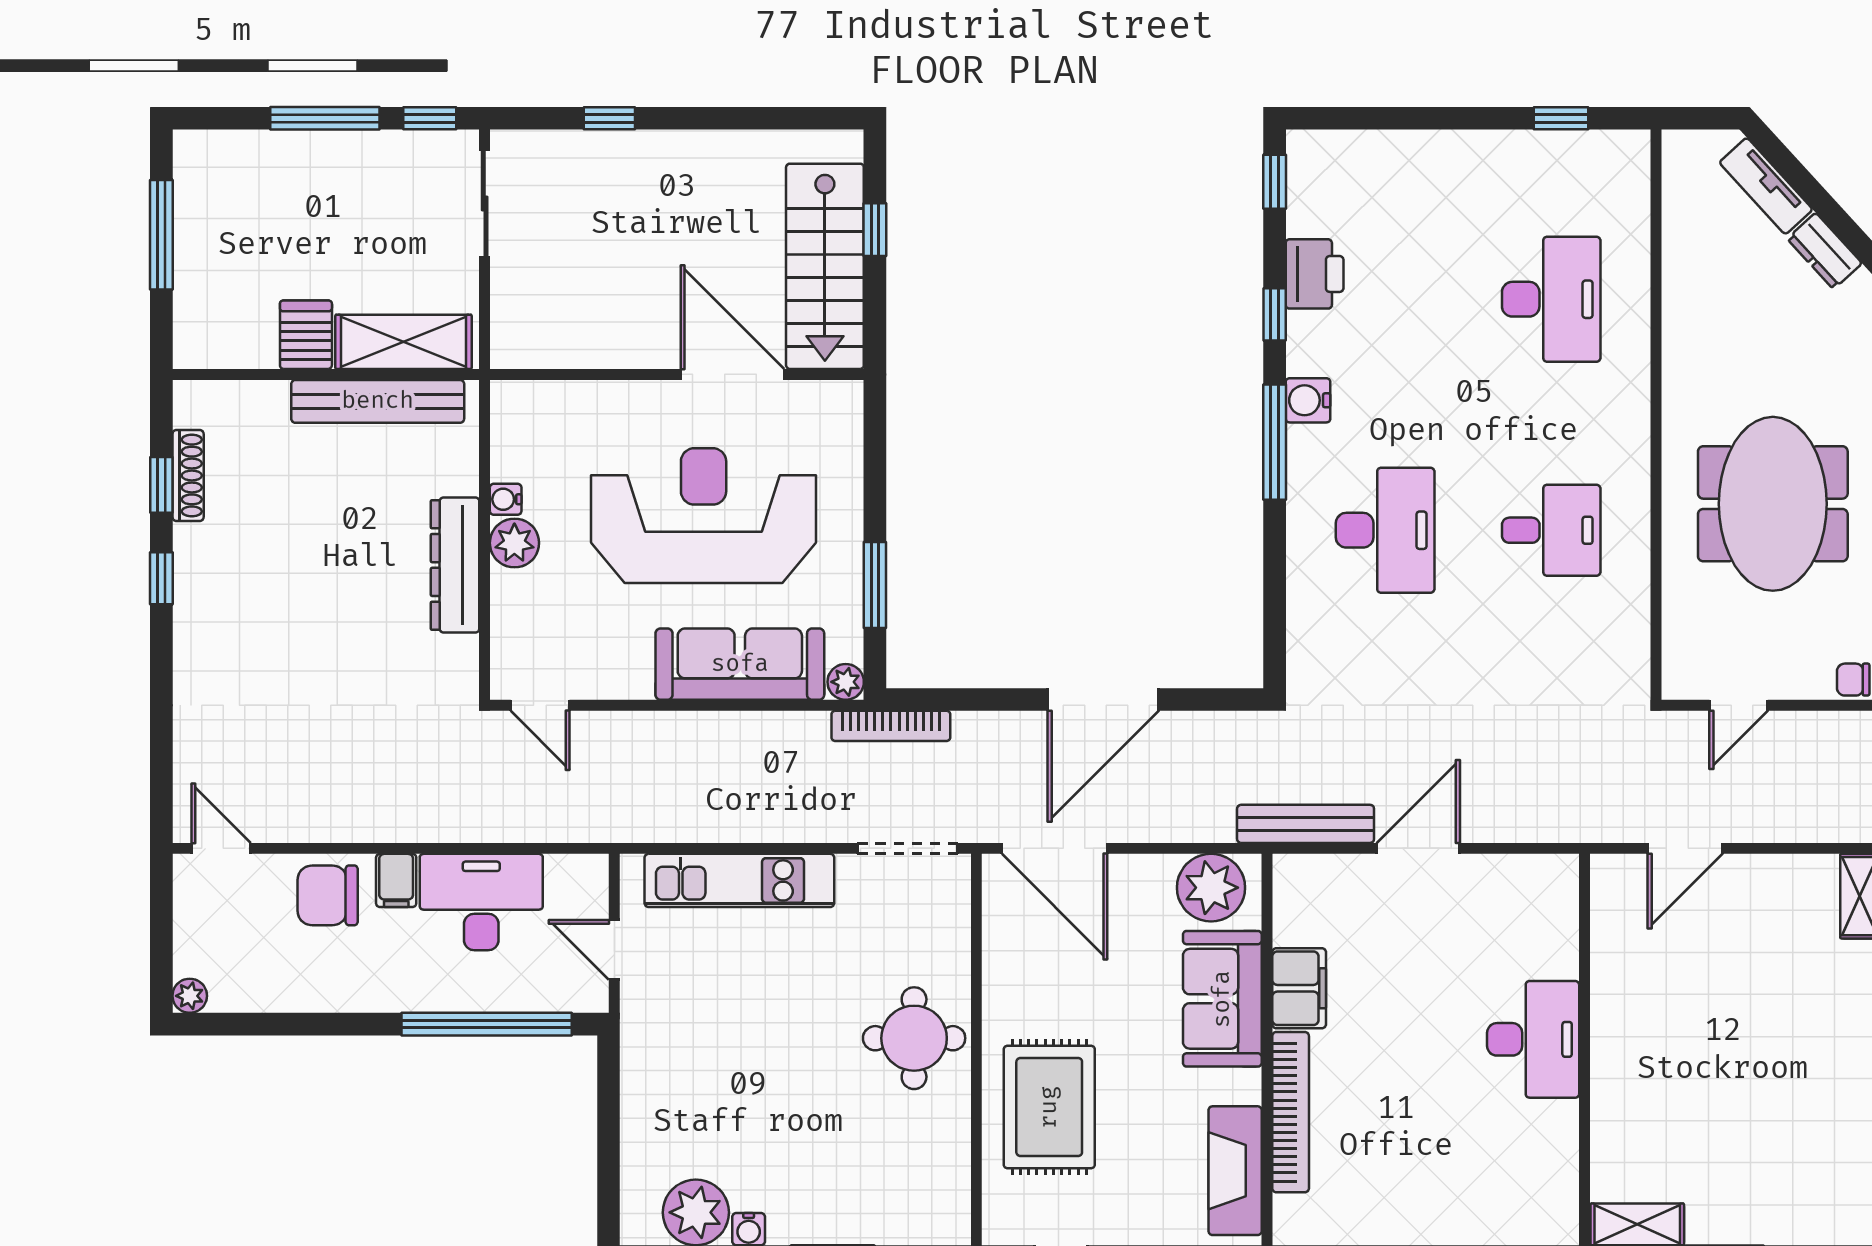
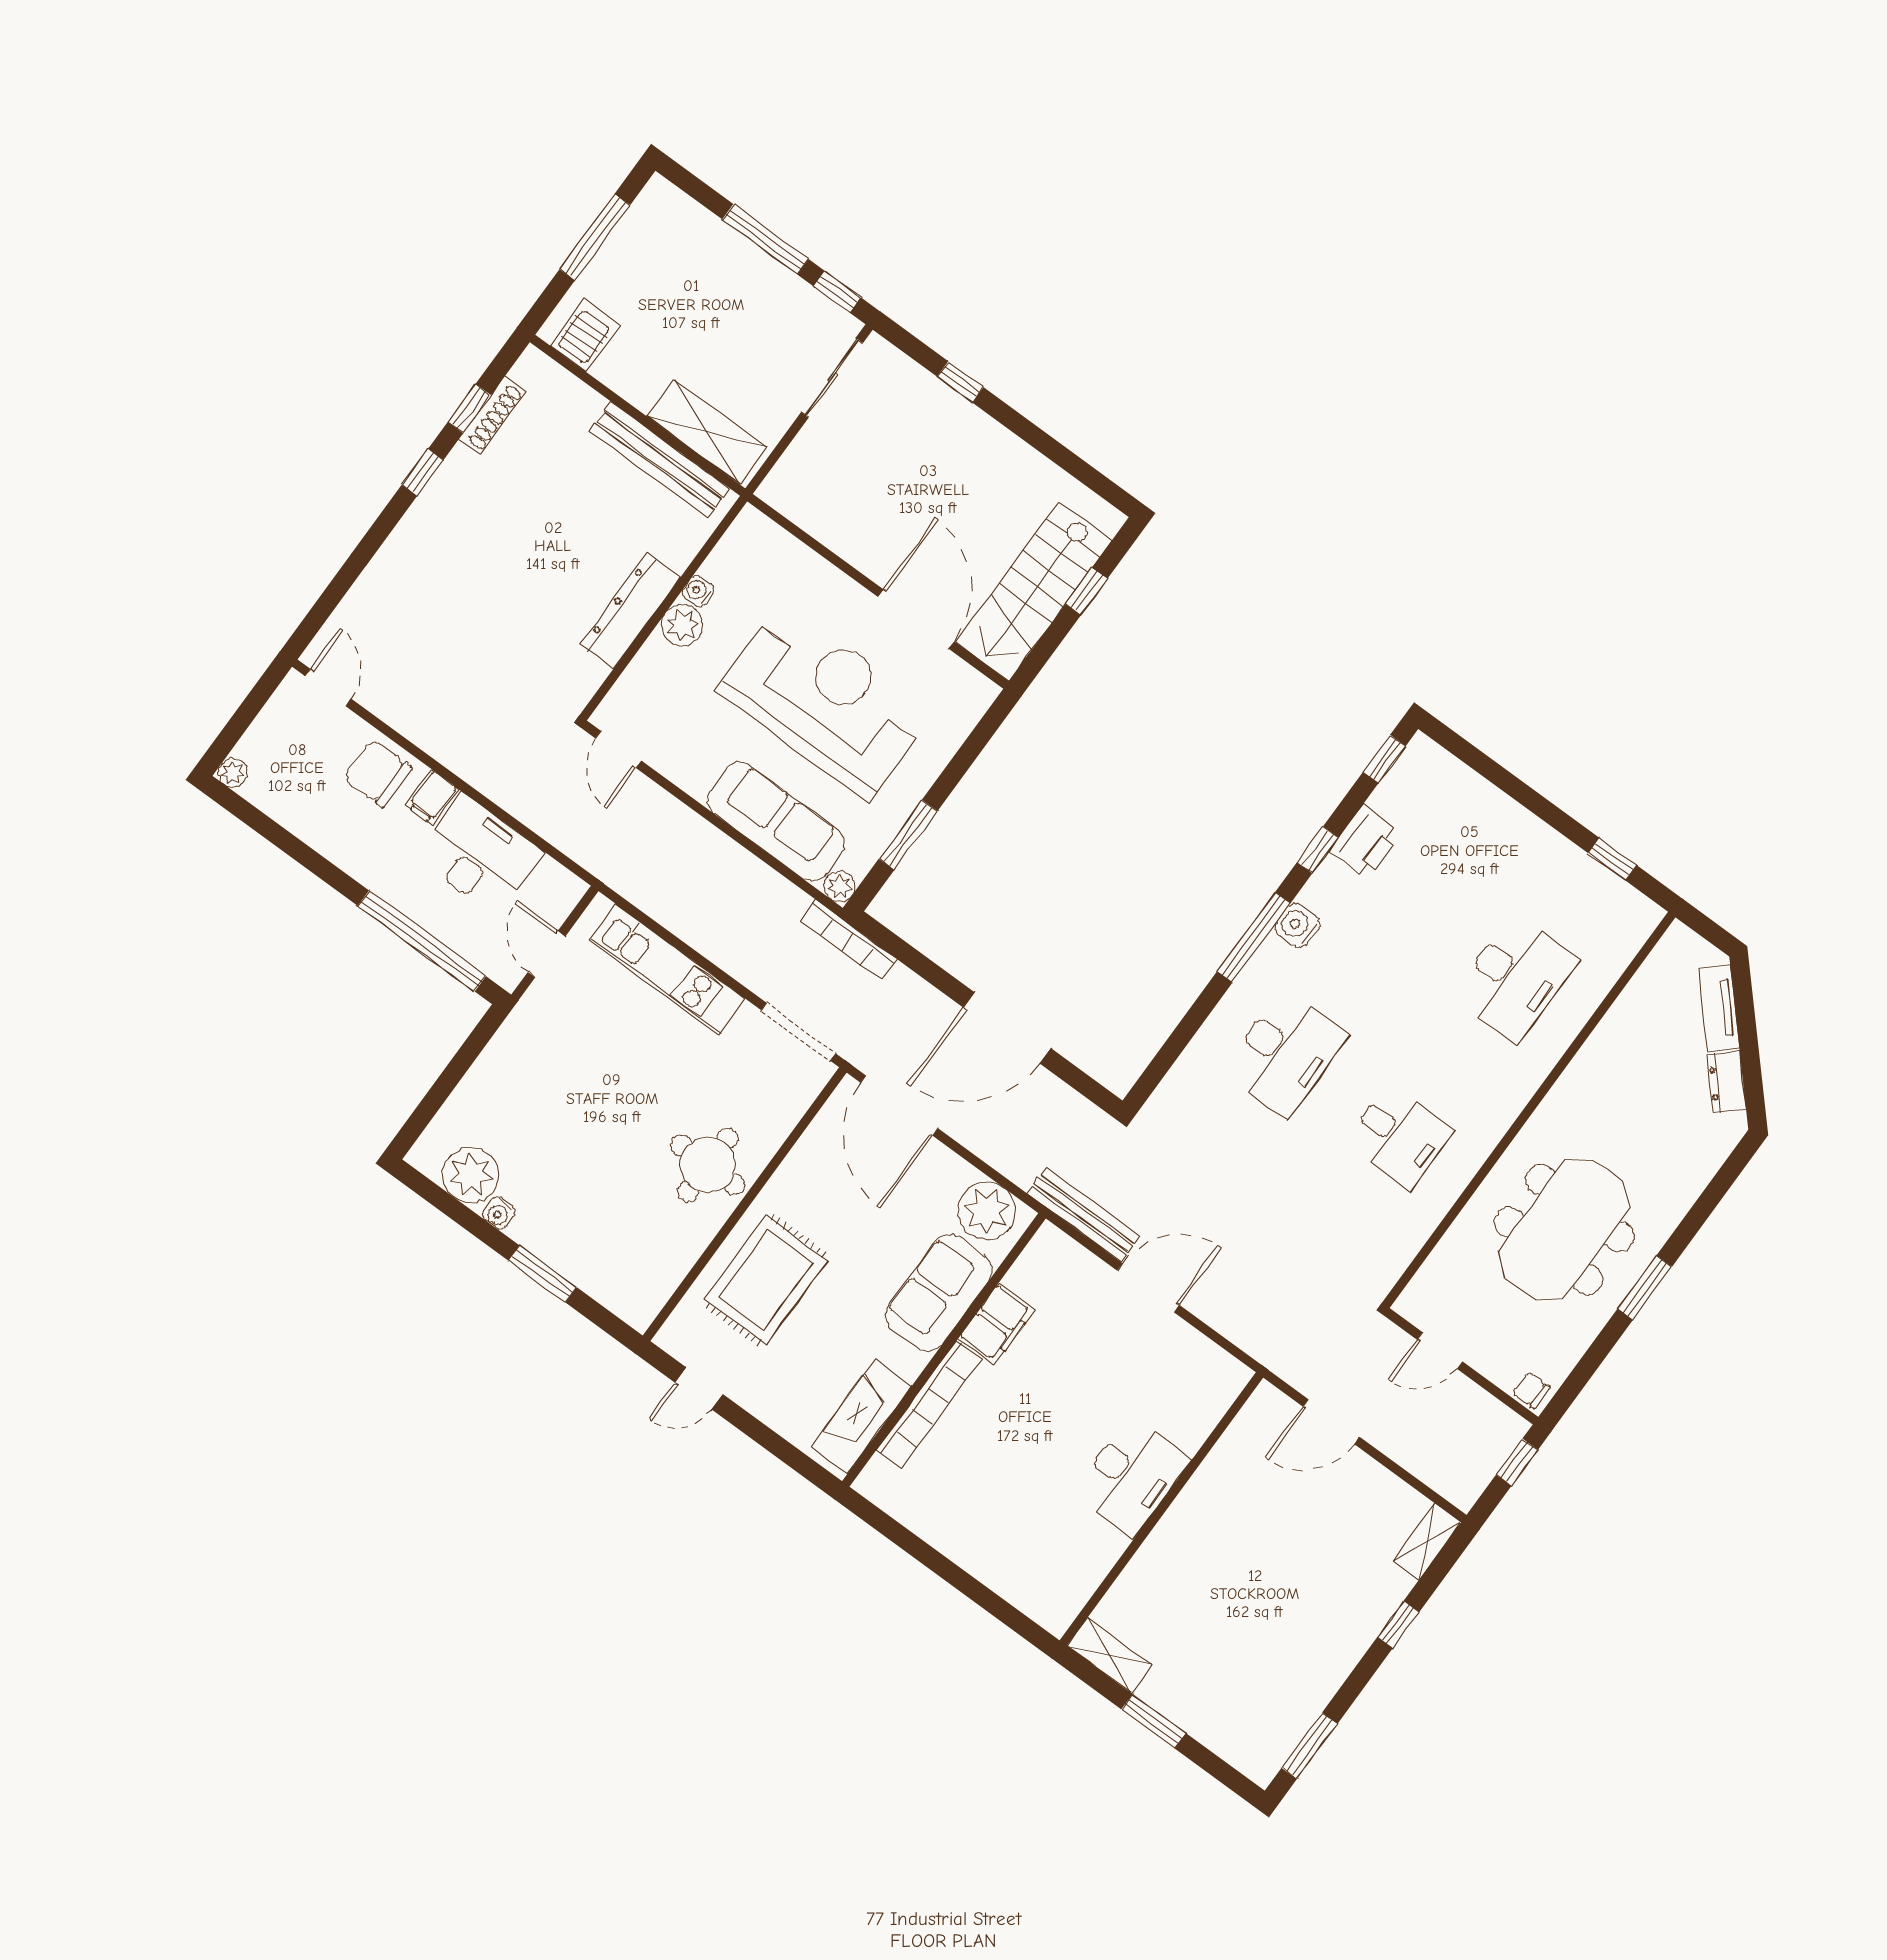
server rack: (306, 335) -> (585, 335), moved

